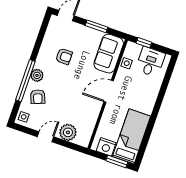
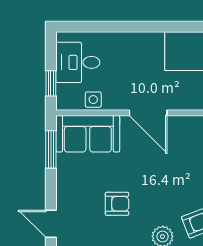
window: (96, 26) -> (51, 149), moved
armchair: (64, 56) -> (117, 204), turned 90

